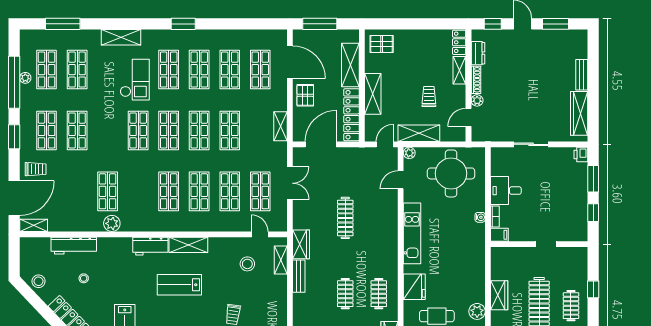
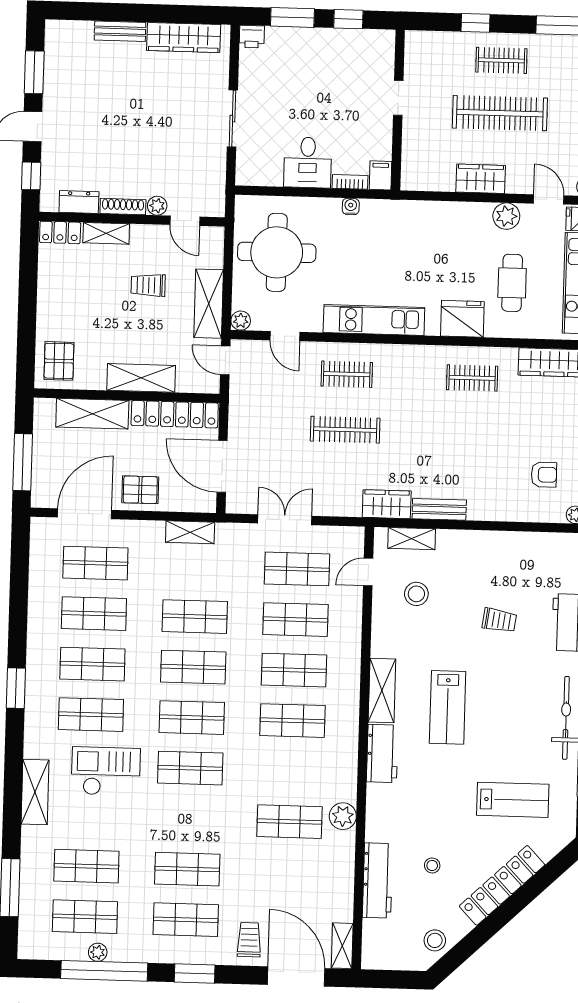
clothes rail: (345, 294) -> (347, 374), moved

